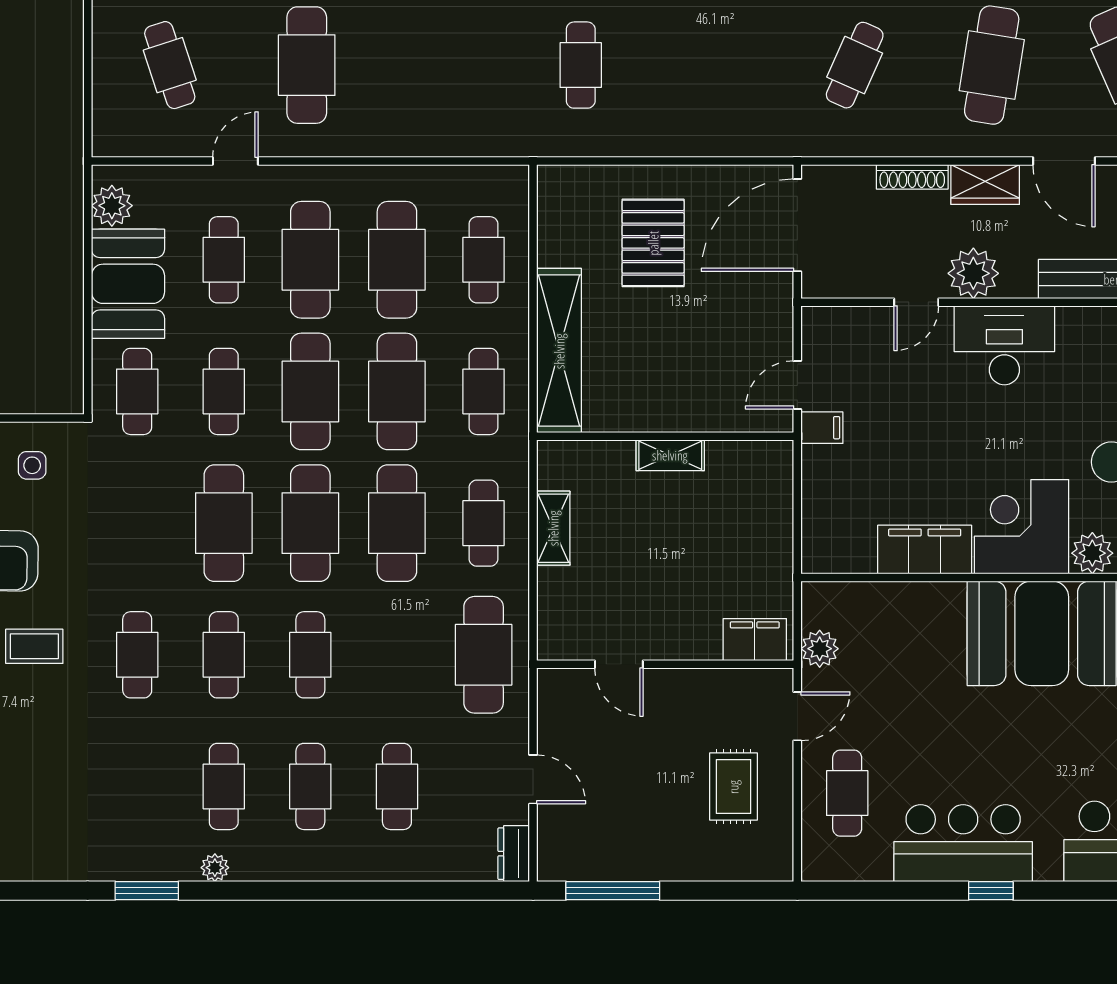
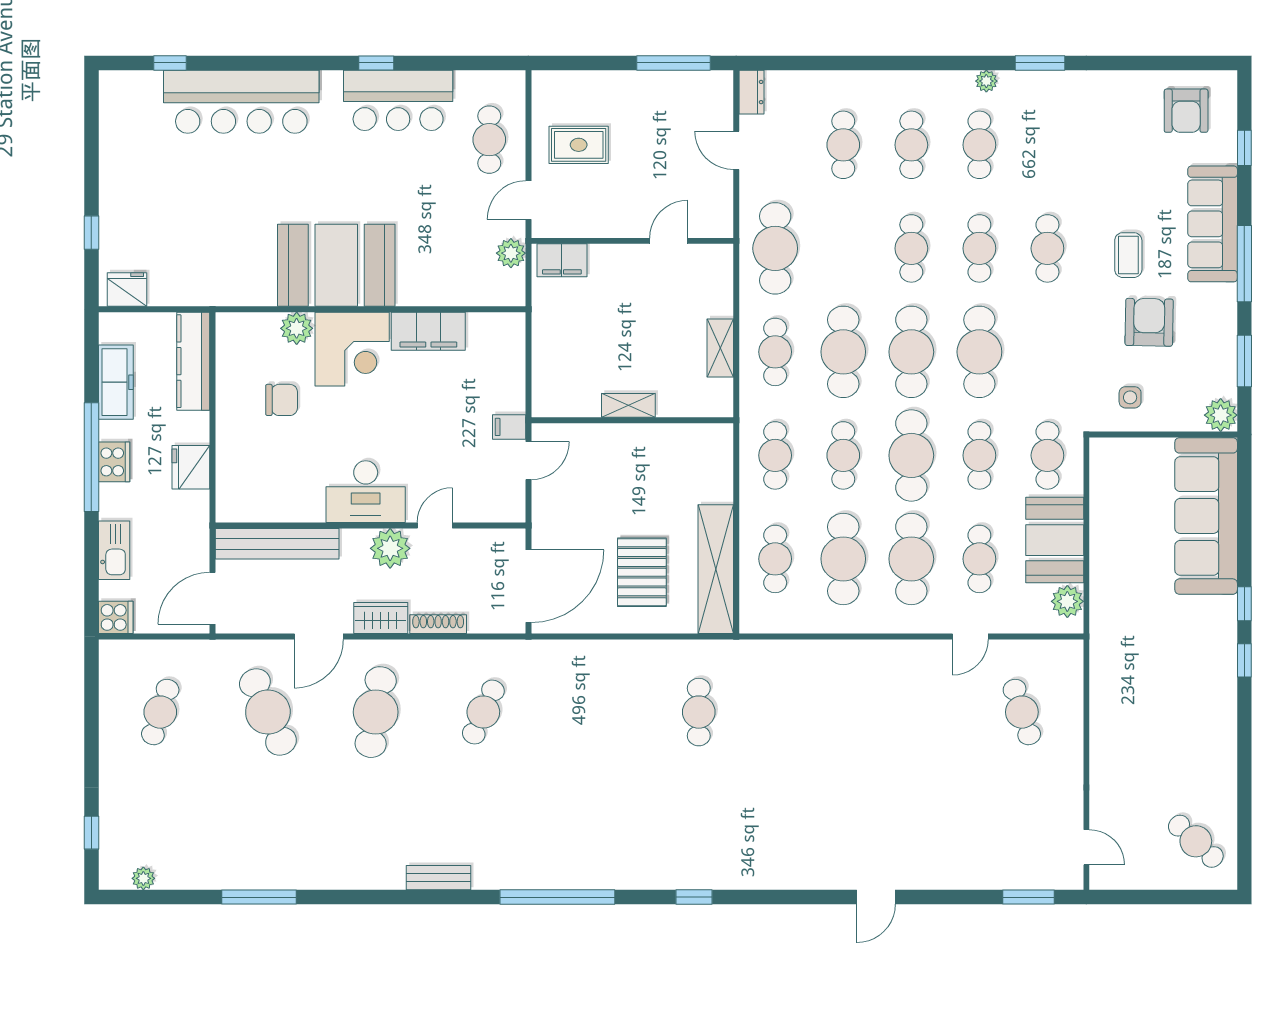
cafe table: (307, 65) -> (914, 712), removed
door: (1064, 161) -> (319, 637), swing flipped
shelving: (559, 351) -> (716, 569), moved
cafe table: (397, 391) -> (843, 455), width x0.73, depth x0.74
coffee table: (34, 646) -> (1128, 255), turned 90
door: (619, 664) -> (669, 241), hinge flipped
rug: (733, 787) -> (579, 145), turned 90

